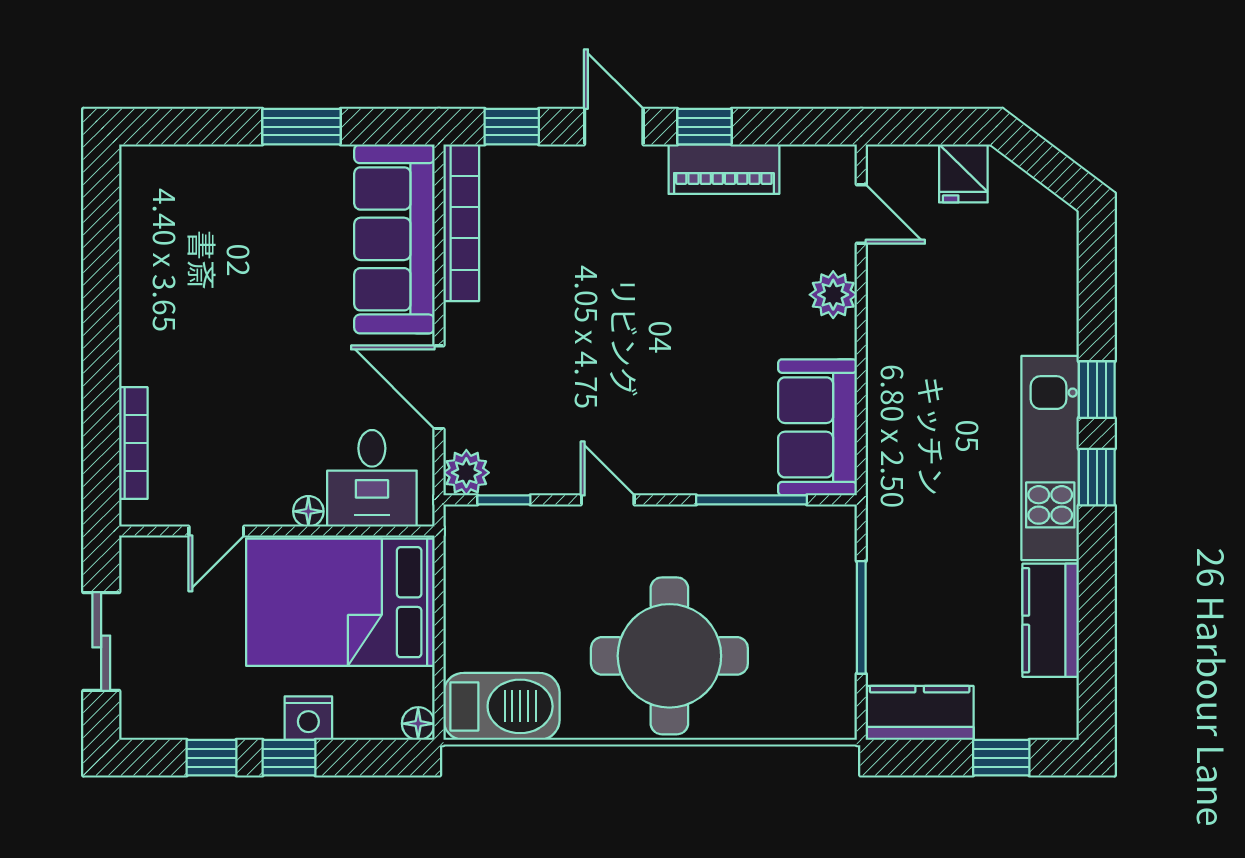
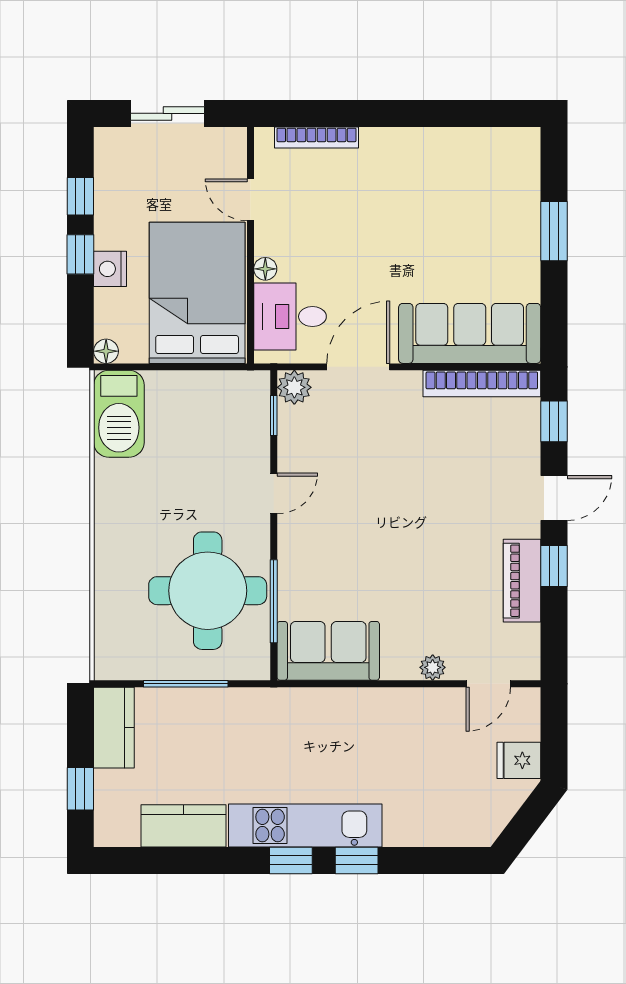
window: (302, 127) -> (554, 231), moved
plant: (833, 295) -> (433, 667), width x0.73, depth x0.73
round table: (669, 656) -> (208, 591), moved

